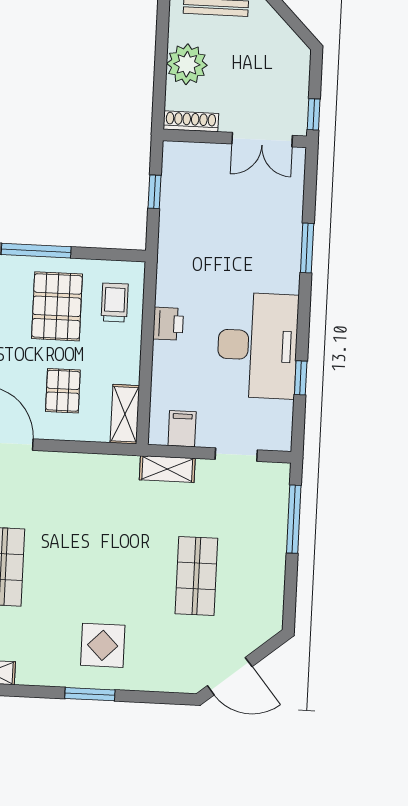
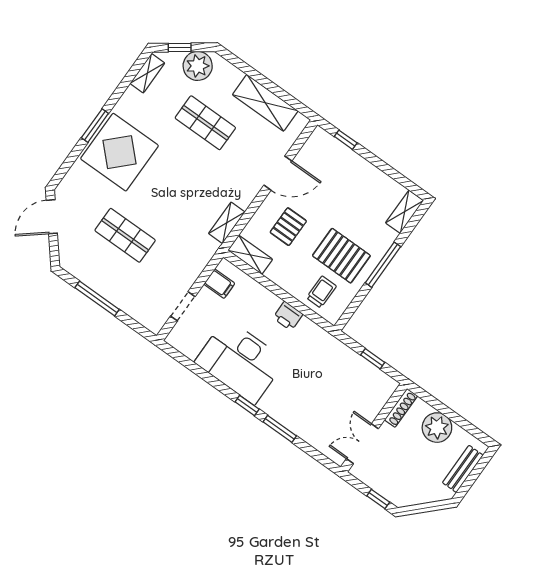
window: (314, 114) -> (378, 499), moved
trolley: (115, 302) -> (321, 292), turned -90
window: (301, 378) -> (247, 405), moved
pallet: (63, 391) -> (288, 227), turned 90
shelving: (167, 469) -> (227, 223), moved
window: (294, 519) -> (97, 299), moved
display table: (103, 645) -> (120, 152), width x1.86, depth x1.86

